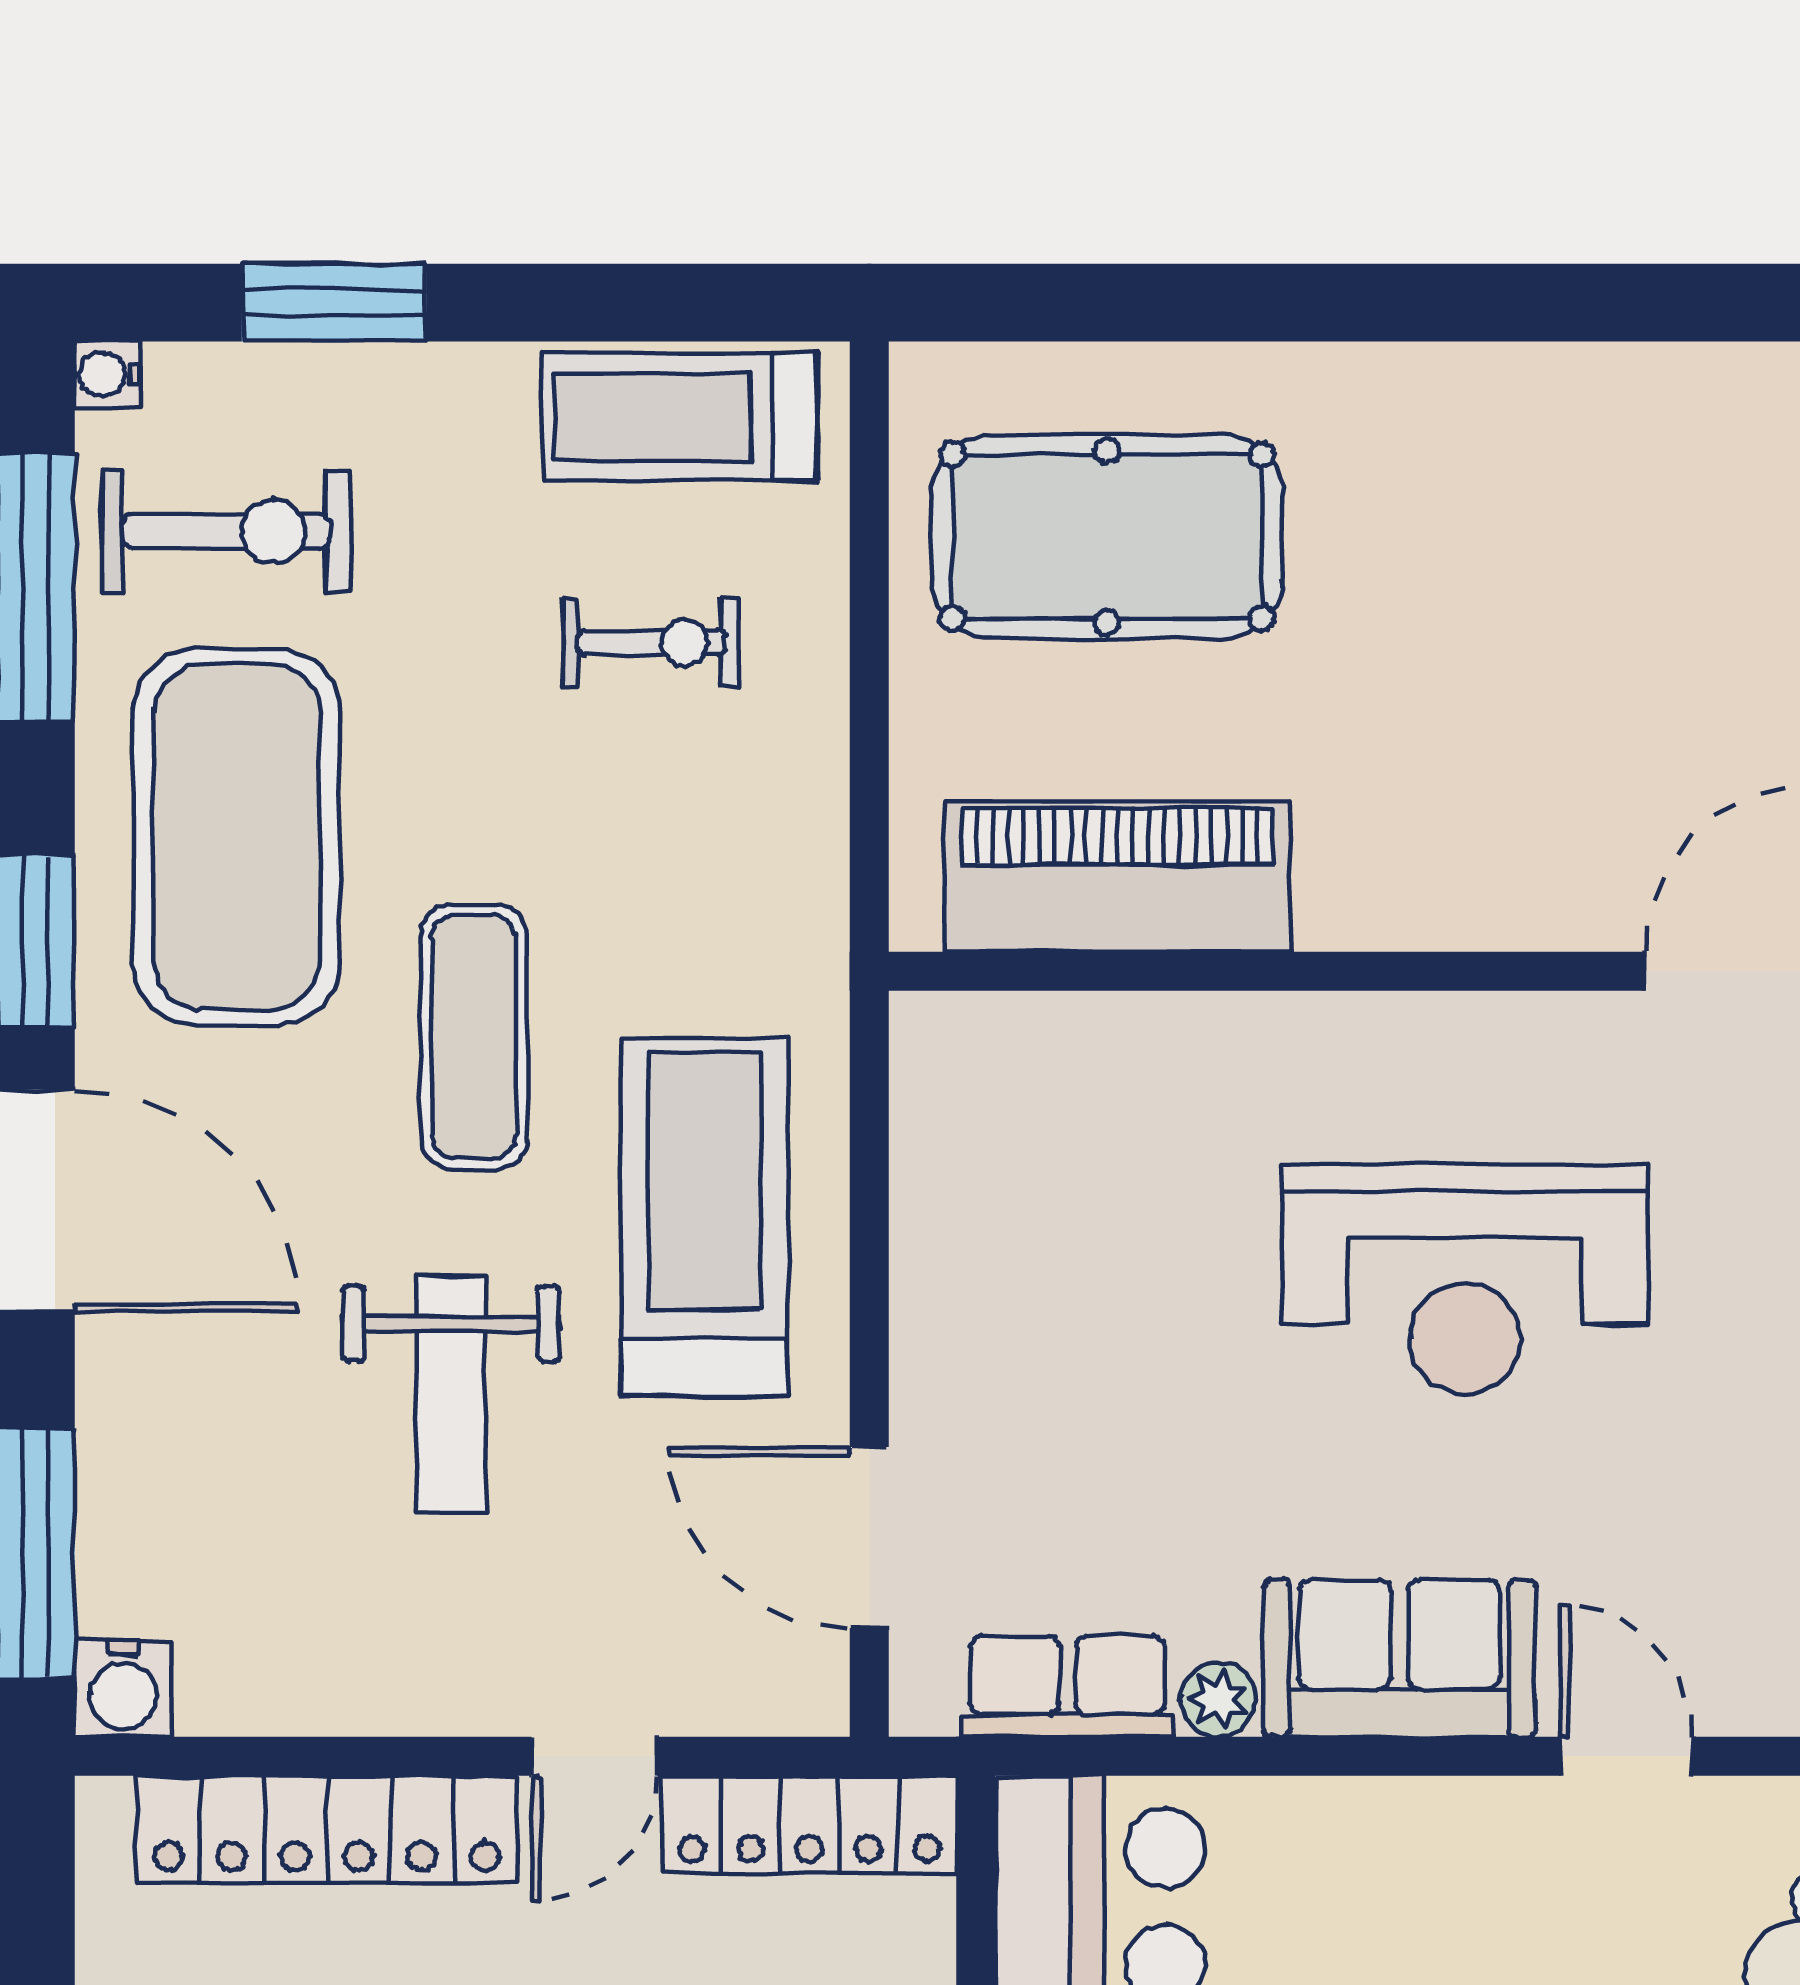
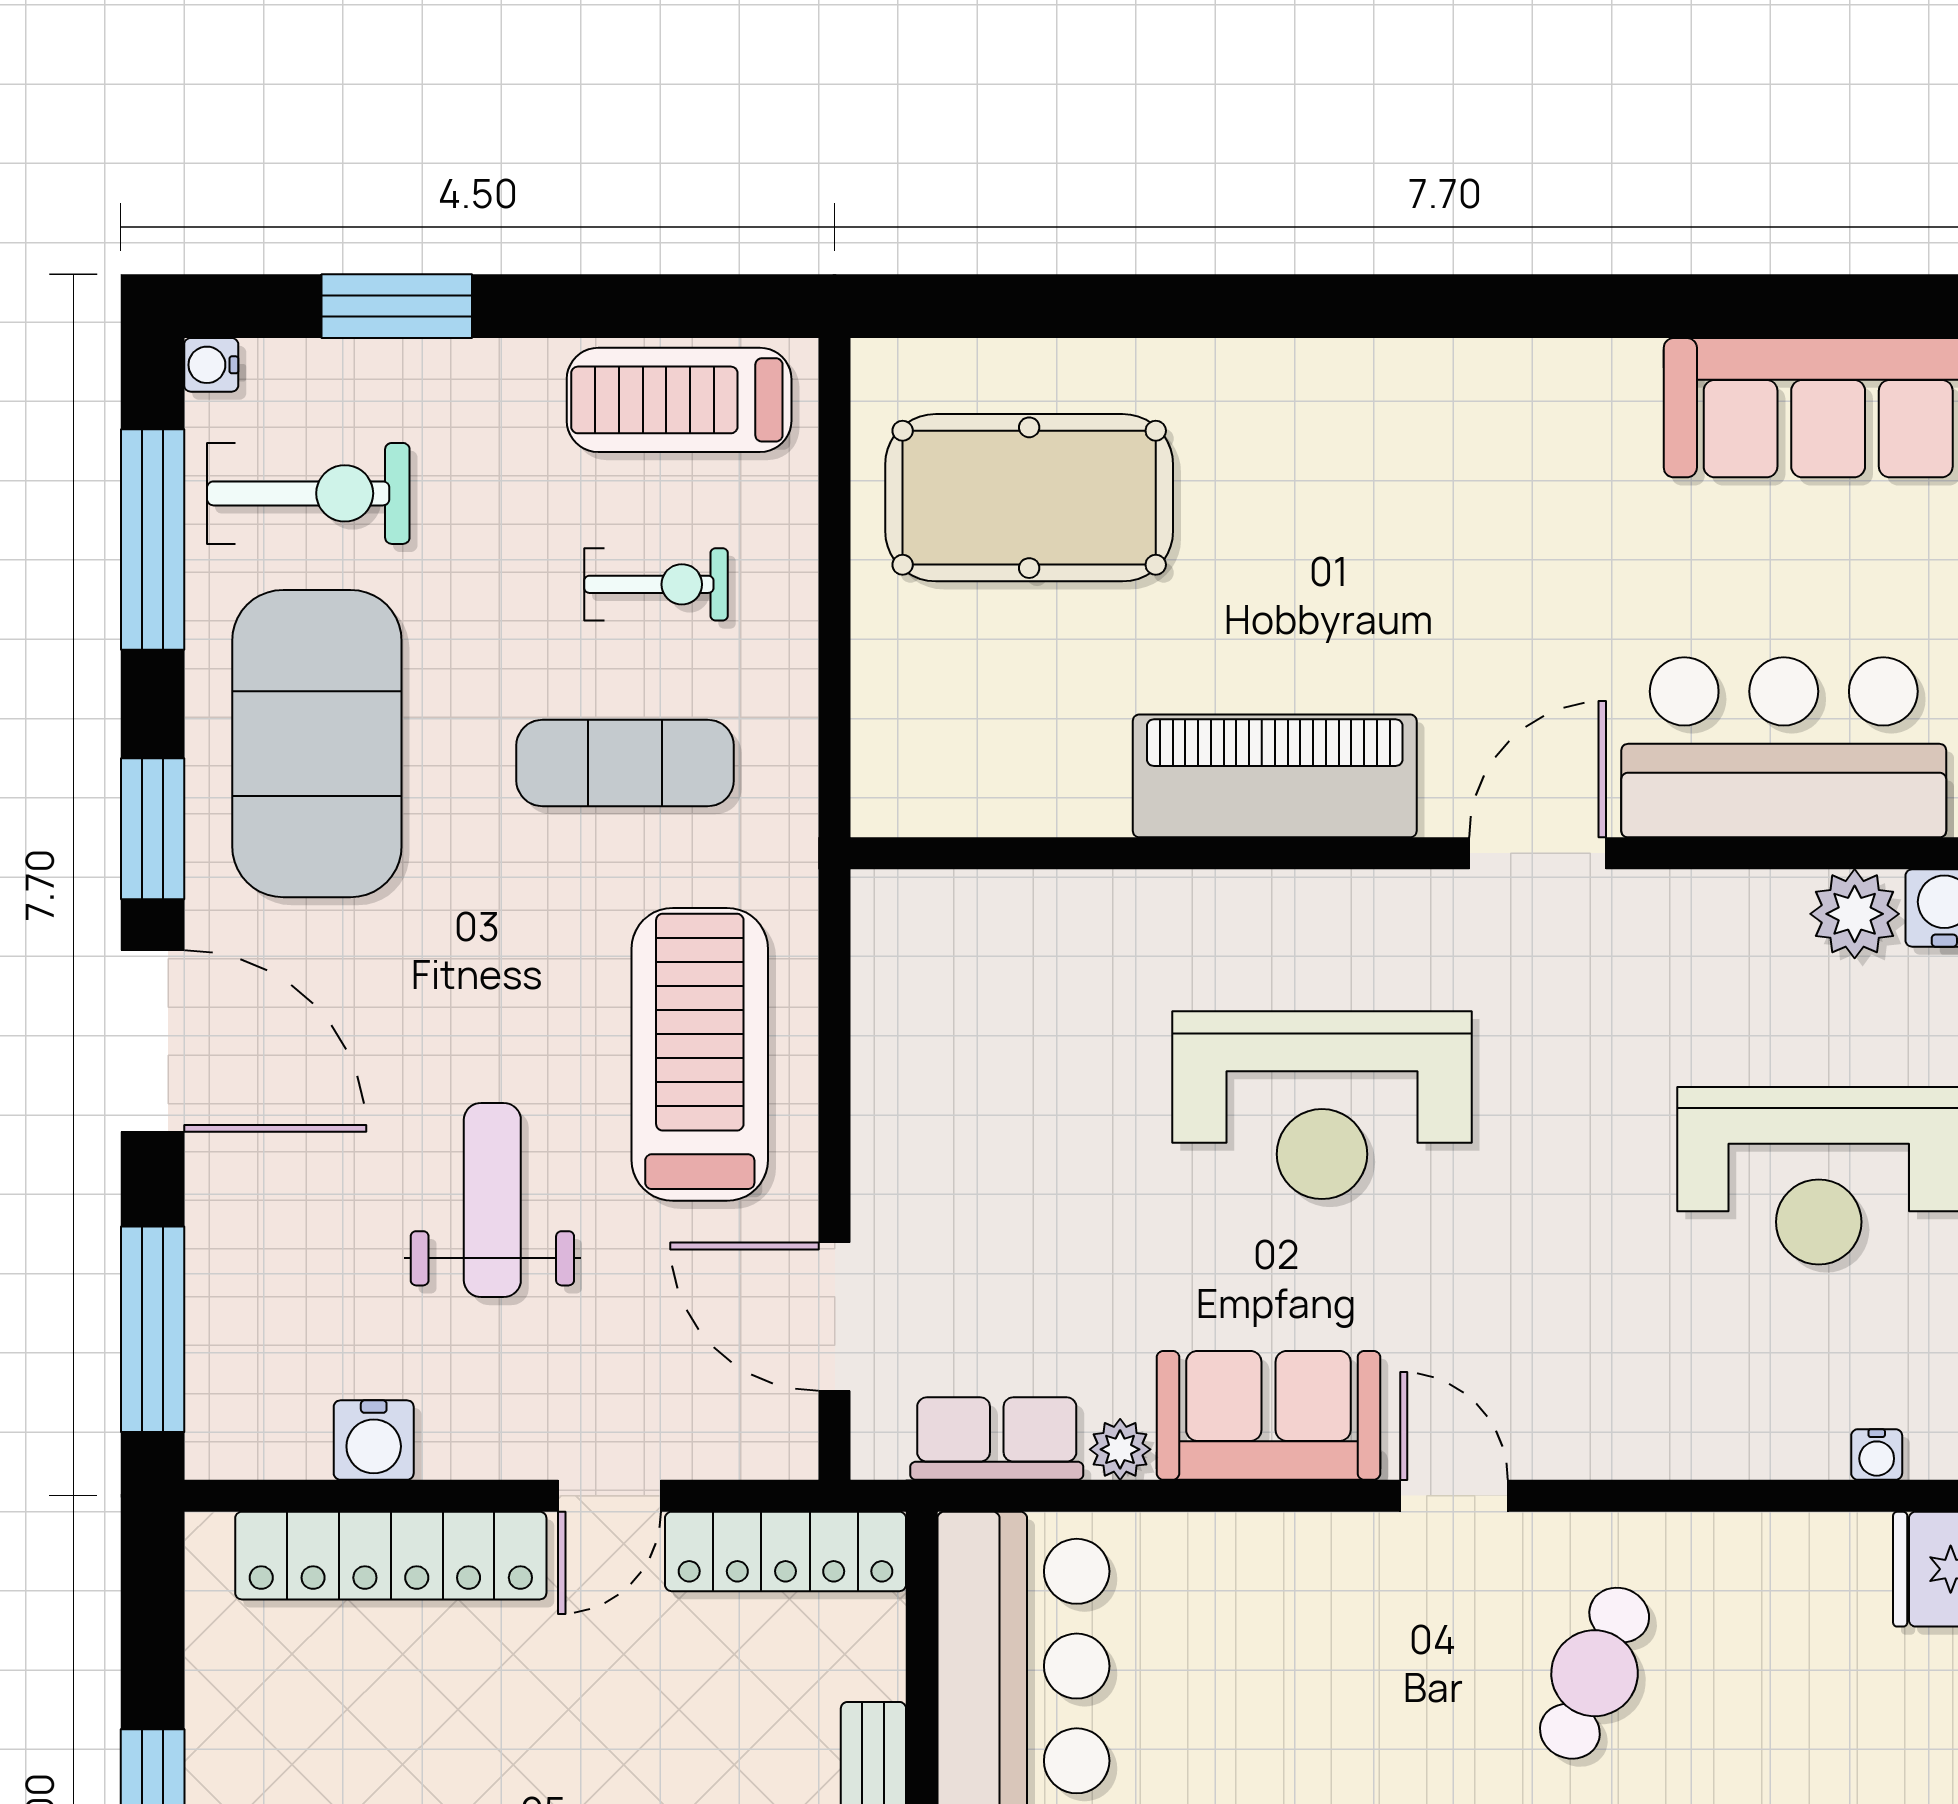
piano: (1117, 877) -> (1275, 776), moved
exercise mat: (474, 1037) -> (625, 763), moved, turned 90
weight bench: (451, 1395) -> (492, 1200), turned 180
water cooler: (123, 1688) -> (374, 1440), moved

